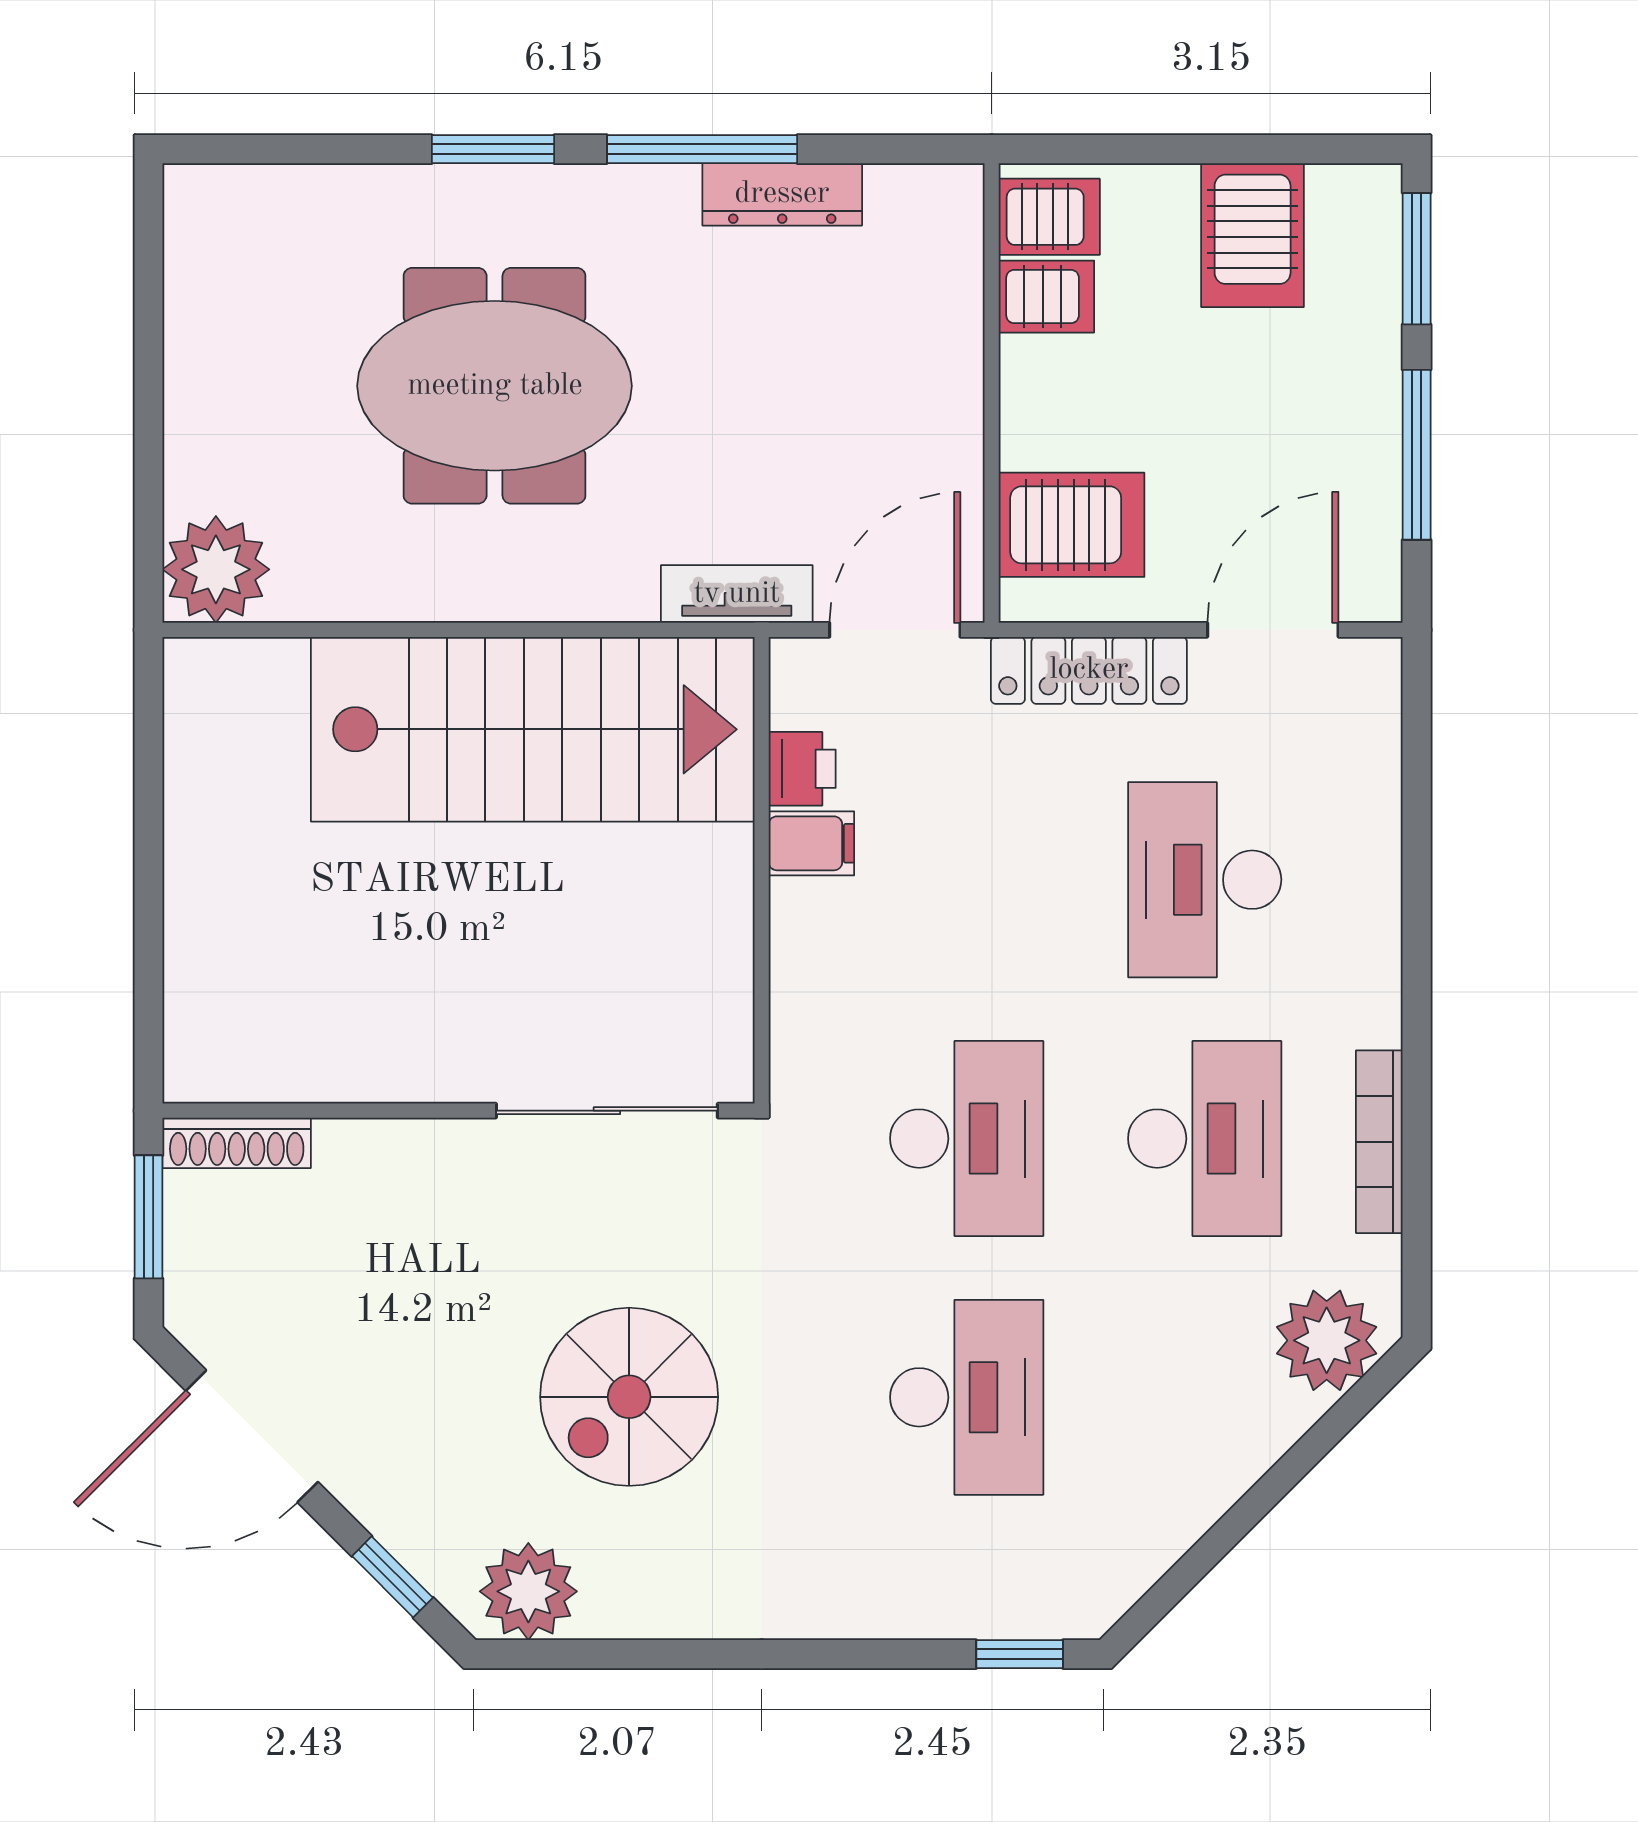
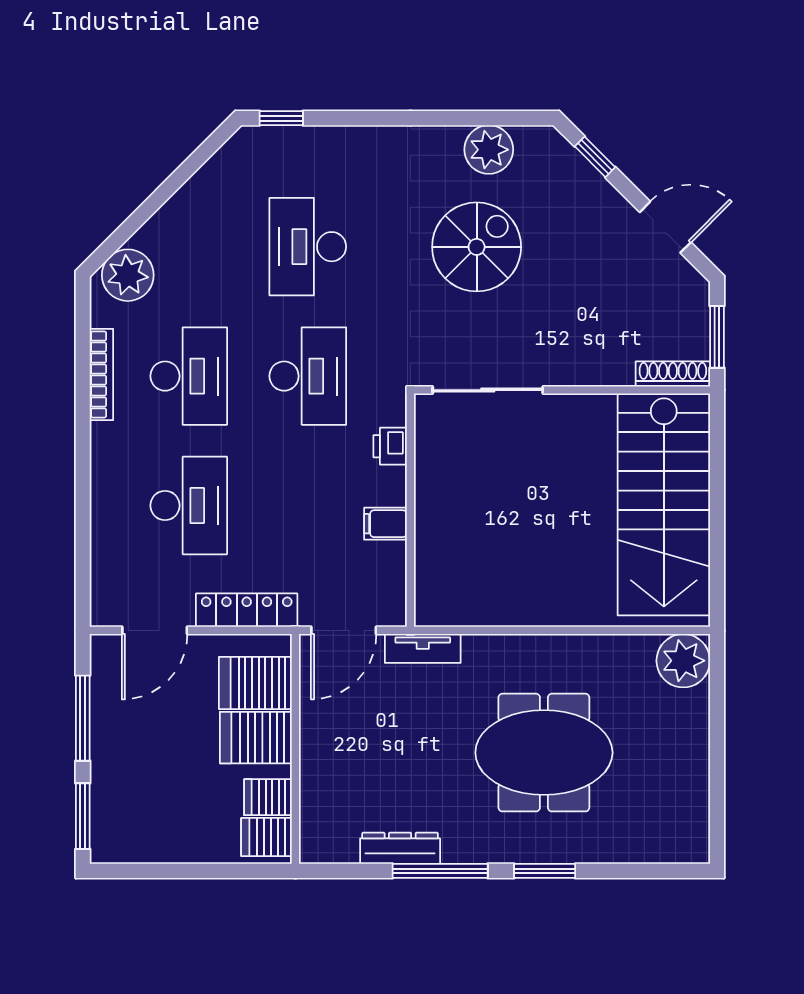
server rack: (1253, 235) -> (256, 738), moved, turned -90
stairs: (533, 729) -> (664, 504), moved, turned -90
printer: (802, 769) -> (390, 446), moved
desk: (967, 1139) -> (308, 376), turned 180
desk: (1205, 1139) -> (189, 376), turned 180
door: (252, 1436) -> (665, 227), width x0.73
plant: (528, 1591) -> (489, 150), moved

